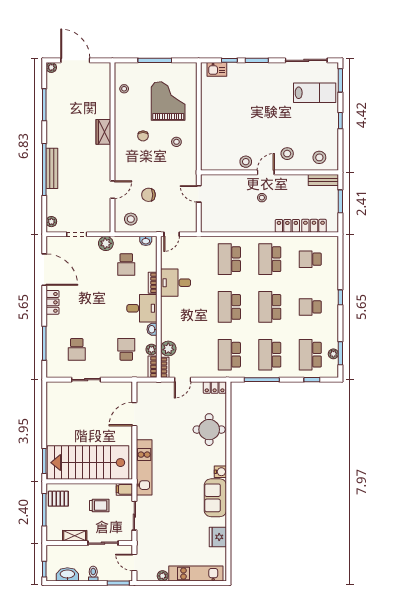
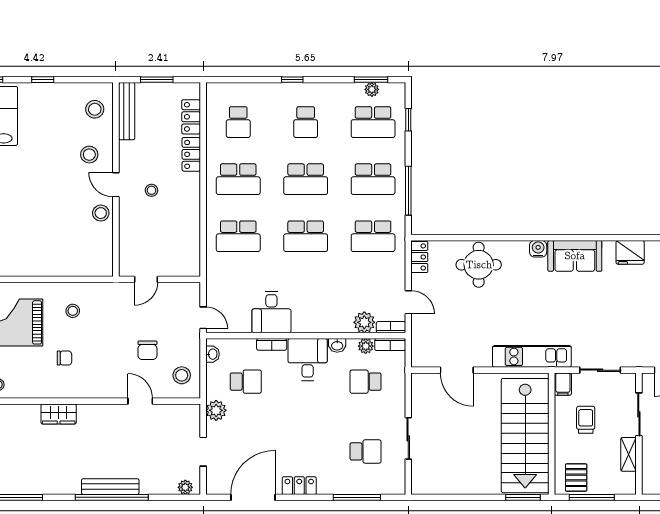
bench: (323, 180) -> (127, 111), width x1.36

